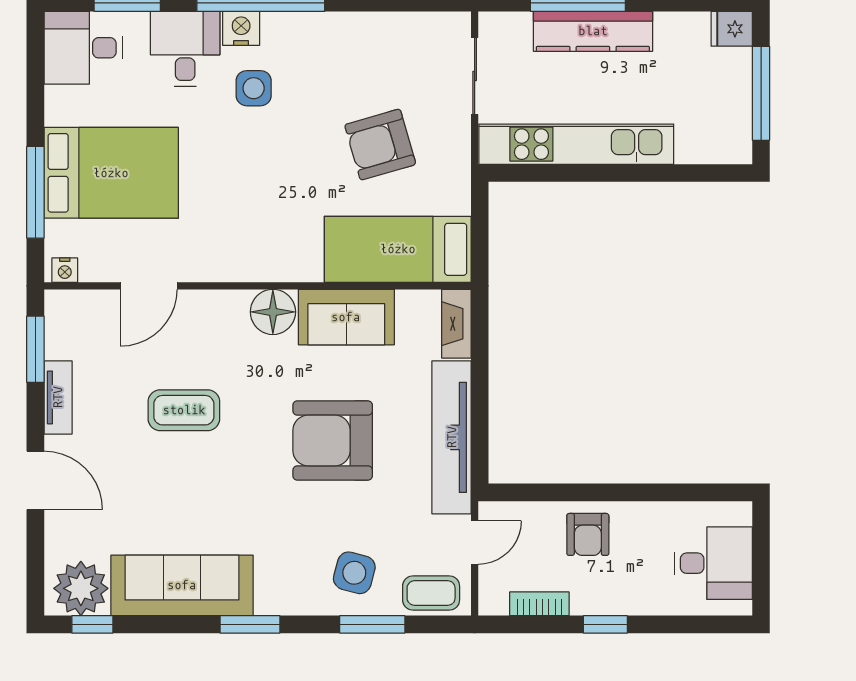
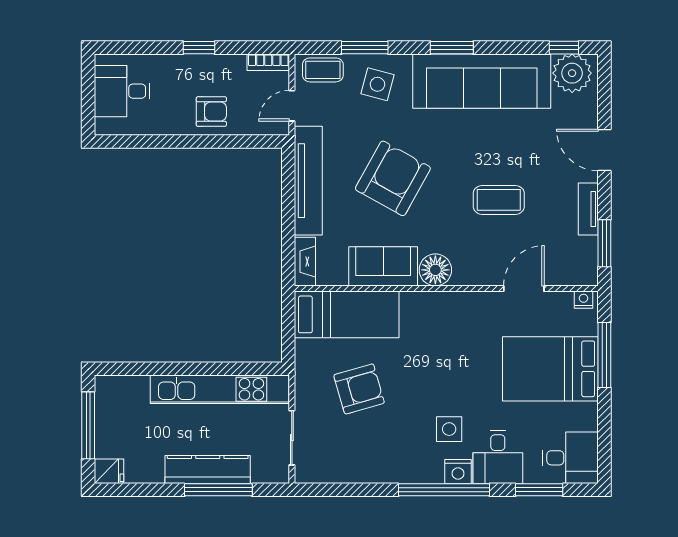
armchair: (333, 441) -> (393, 178), turned -61
armchair: (588, 534) -> (211, 112), turned 90
sofa: (182, 585) -> (482, 81), width x1.36, depth x1.27
bookcase: (539, 604) -> (268, 62), moved

